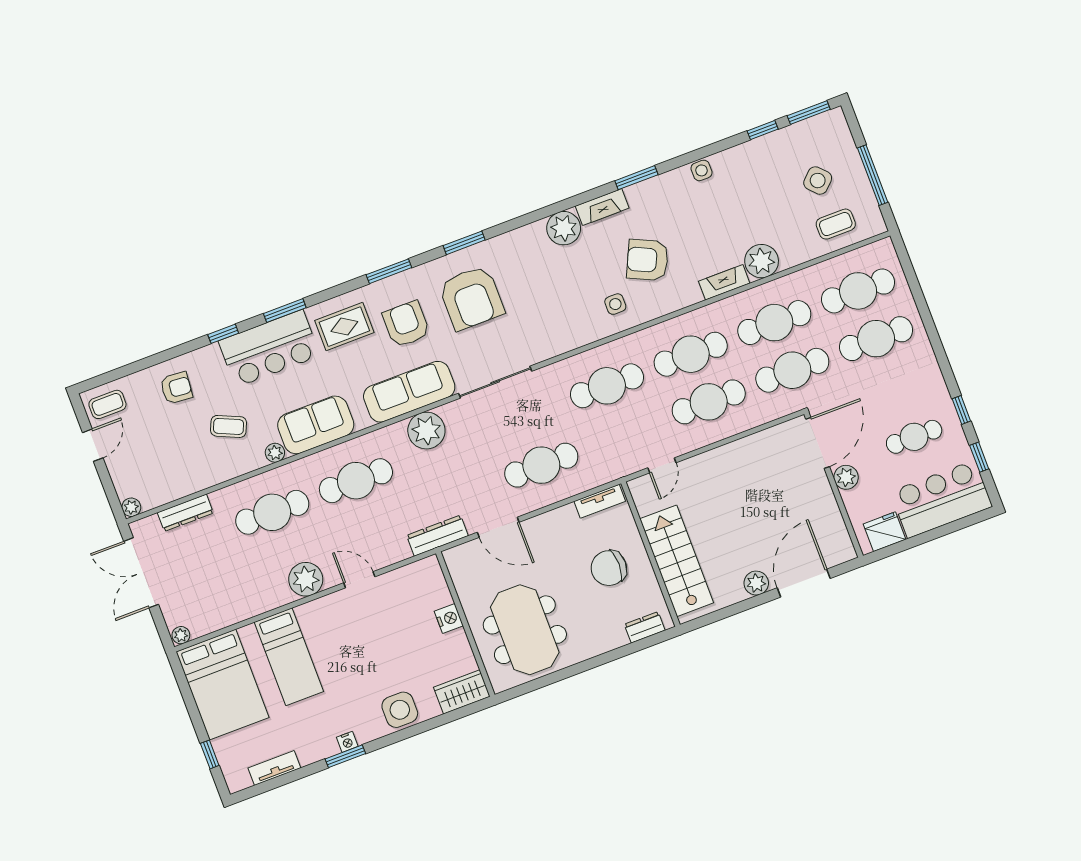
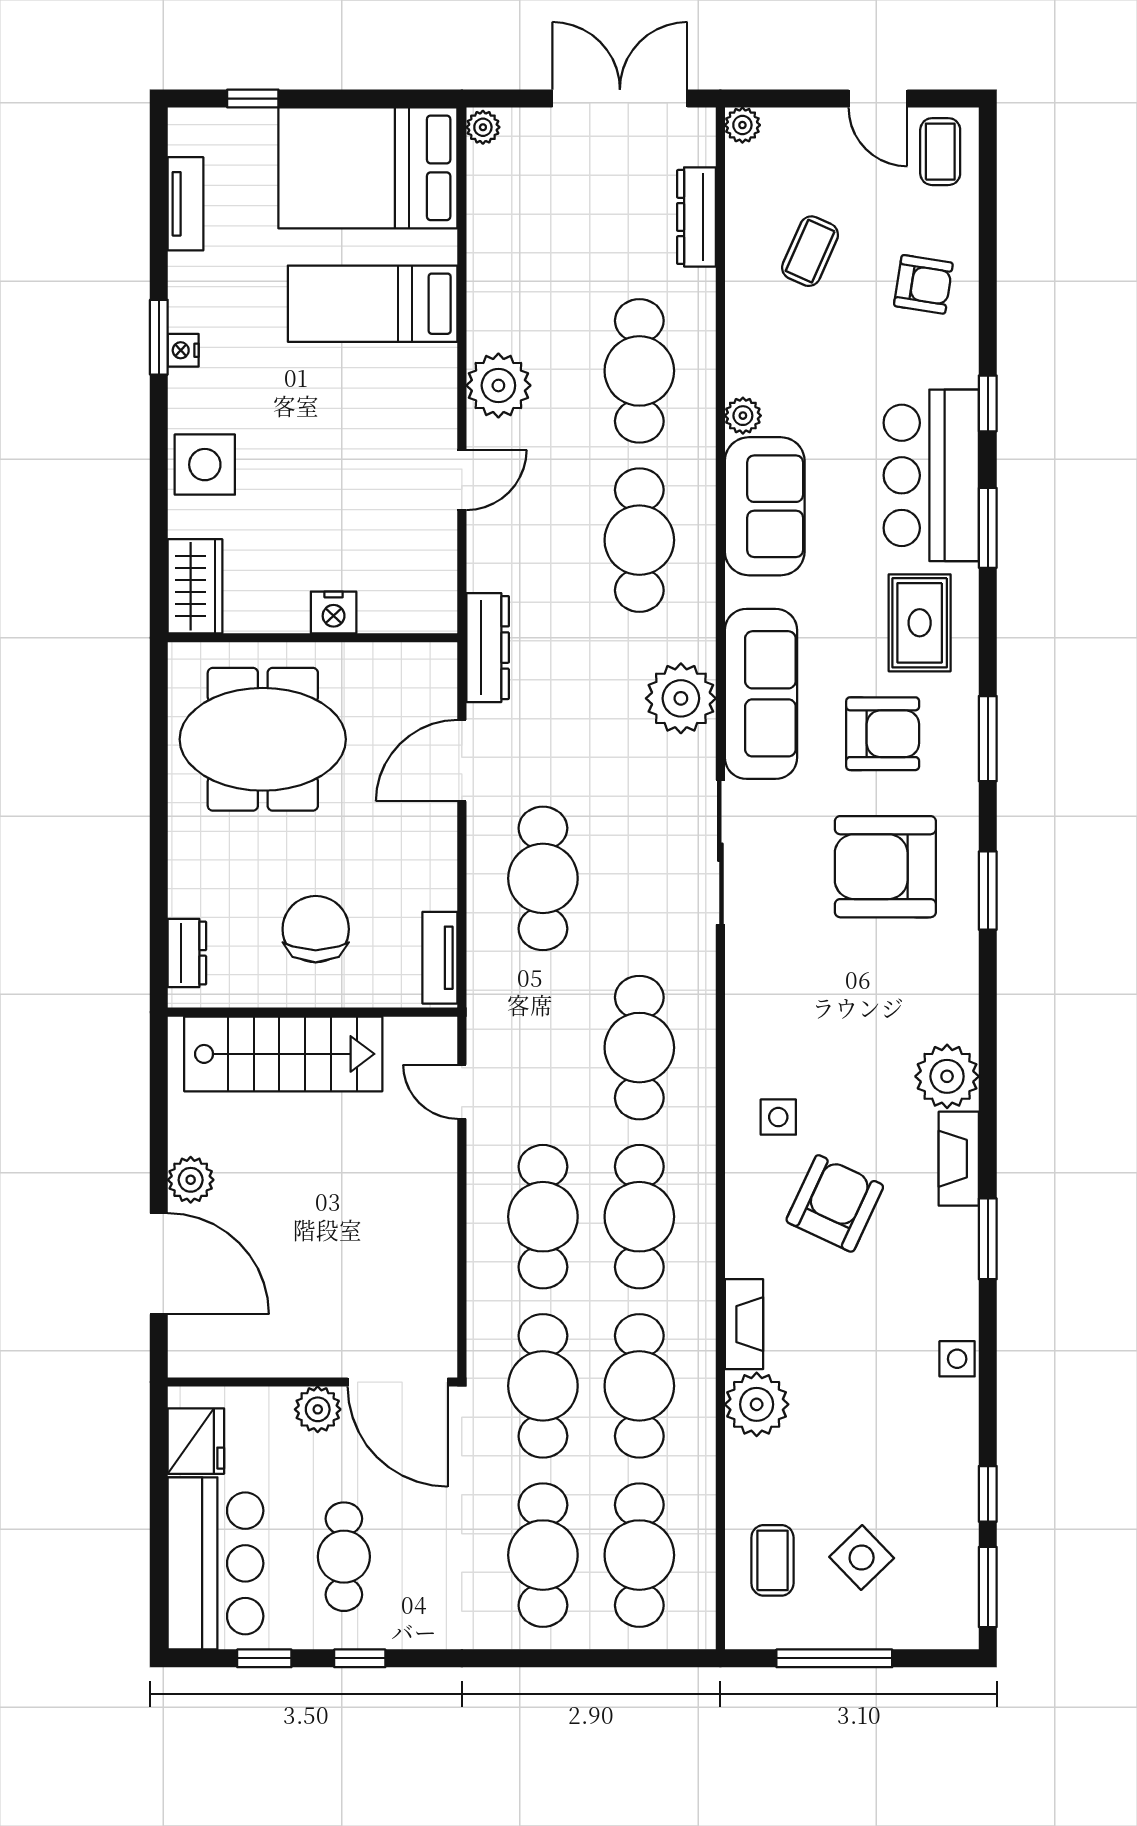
armchair: (176, 388) -> (923, 284), turned -86
coffee table: (229, 426) -> (810, 251), moved

